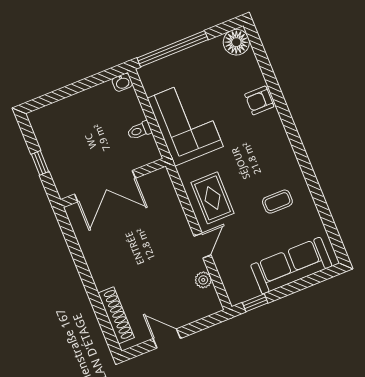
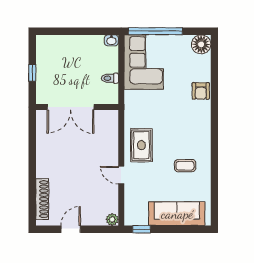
armchair: (259, 100) -> (201, 91), turned -90
corner sofa: (185, 122) -> (144, 62), moved
door: (202, 246) -> (121, 175), swing flipped
plant: (203, 280) -> (112, 219), moved
door: (167, 338) -> (71, 229), hinge flipped

